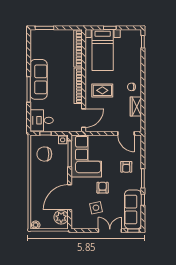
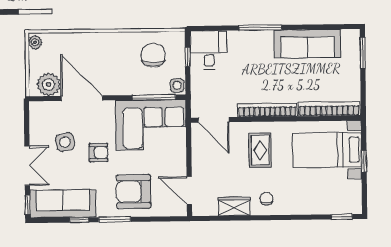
sofa: (39, 79) -> (307, 44), moved
door: (126, 133) -> (189, 191), hinge flipped
armchair: (126, 167) -> (134, 192), width x1.88, depth x1.88

